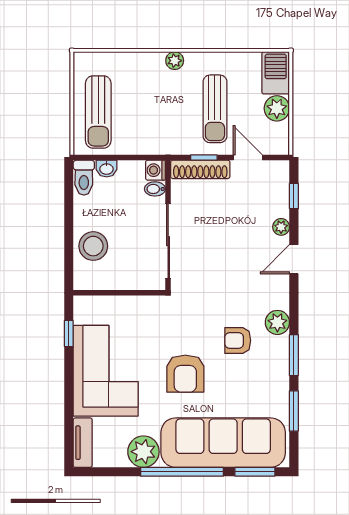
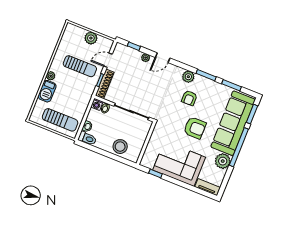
barbecue: (276, 73) -> (47, 91), moved, turned -90
door: (294, 259) -> (163, 58), hinge flipped

